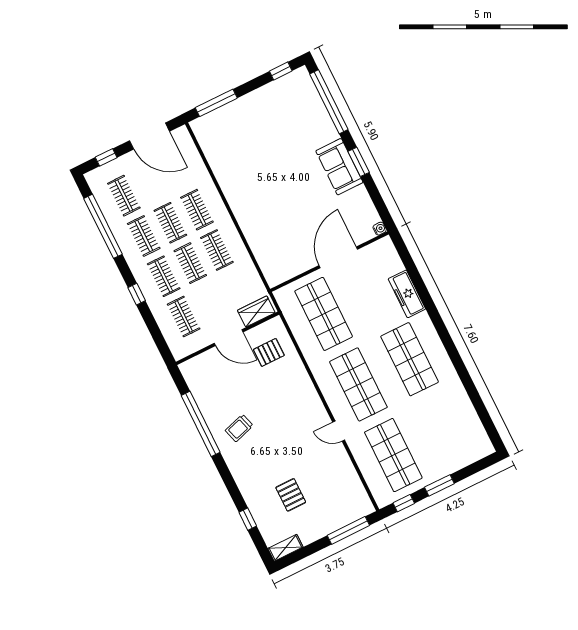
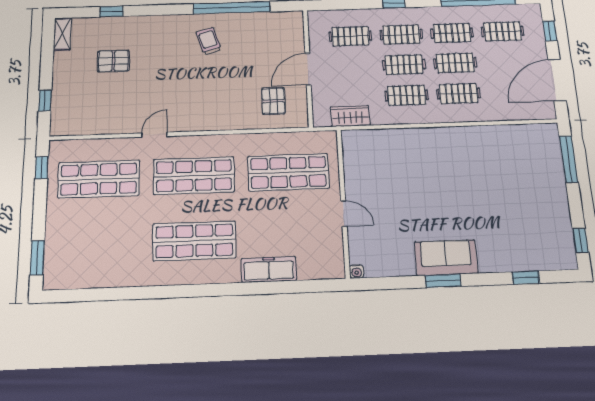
window: (329, 102) -> (526, 278), width x0.32
door: (338, 257) -> (344, 213), width x0.53
wardrobe: (256, 311) -> (350, 116), moved, turned -90
window: (439, 485) -> (37, 258), moved
window: (348, 530) -> (45, 101), width x0.46

